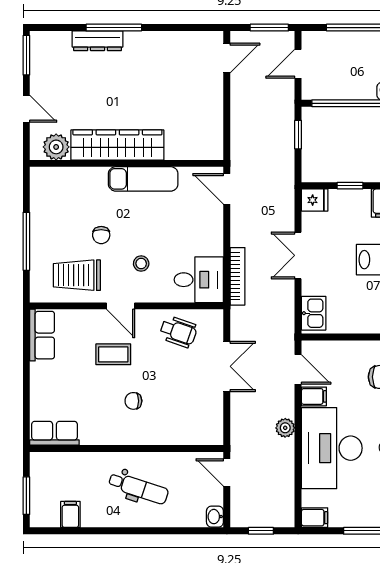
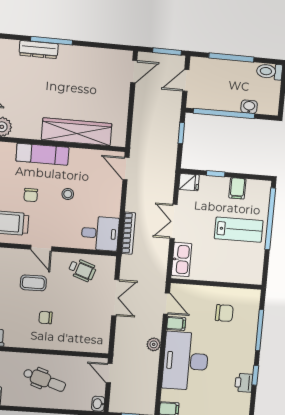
wardrobe: (117, 145) -> (77, 132), moved
exam couch: (143, 179) -> (42, 154), moved
stool: (141, 264) -> (68, 194), moved
kitchen sink: (314, 313) -> (182, 259), width x1.38

